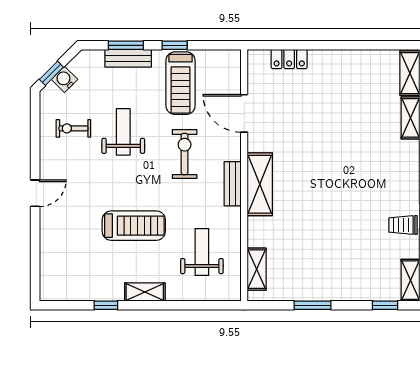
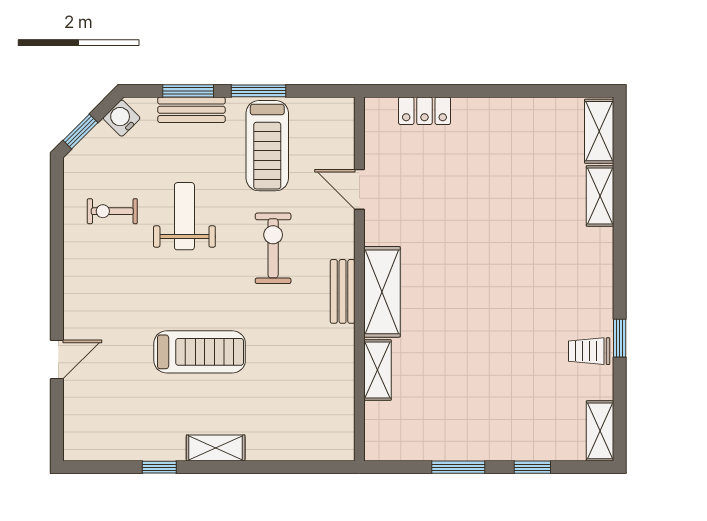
window: (175, 45) -> (259, 91), width x1.50
water cooler: (64, 79) -> (122, 118), moved
door: (244, 113) -> (359, 189), width x0.73
door: (35, 193) -> (57, 359), moved
weight bench: (202, 252) -> (298, 390), removed
shelving: (257, 269) -> (377, 370), moved
window: (385, 305) -> (532, 467), moved

